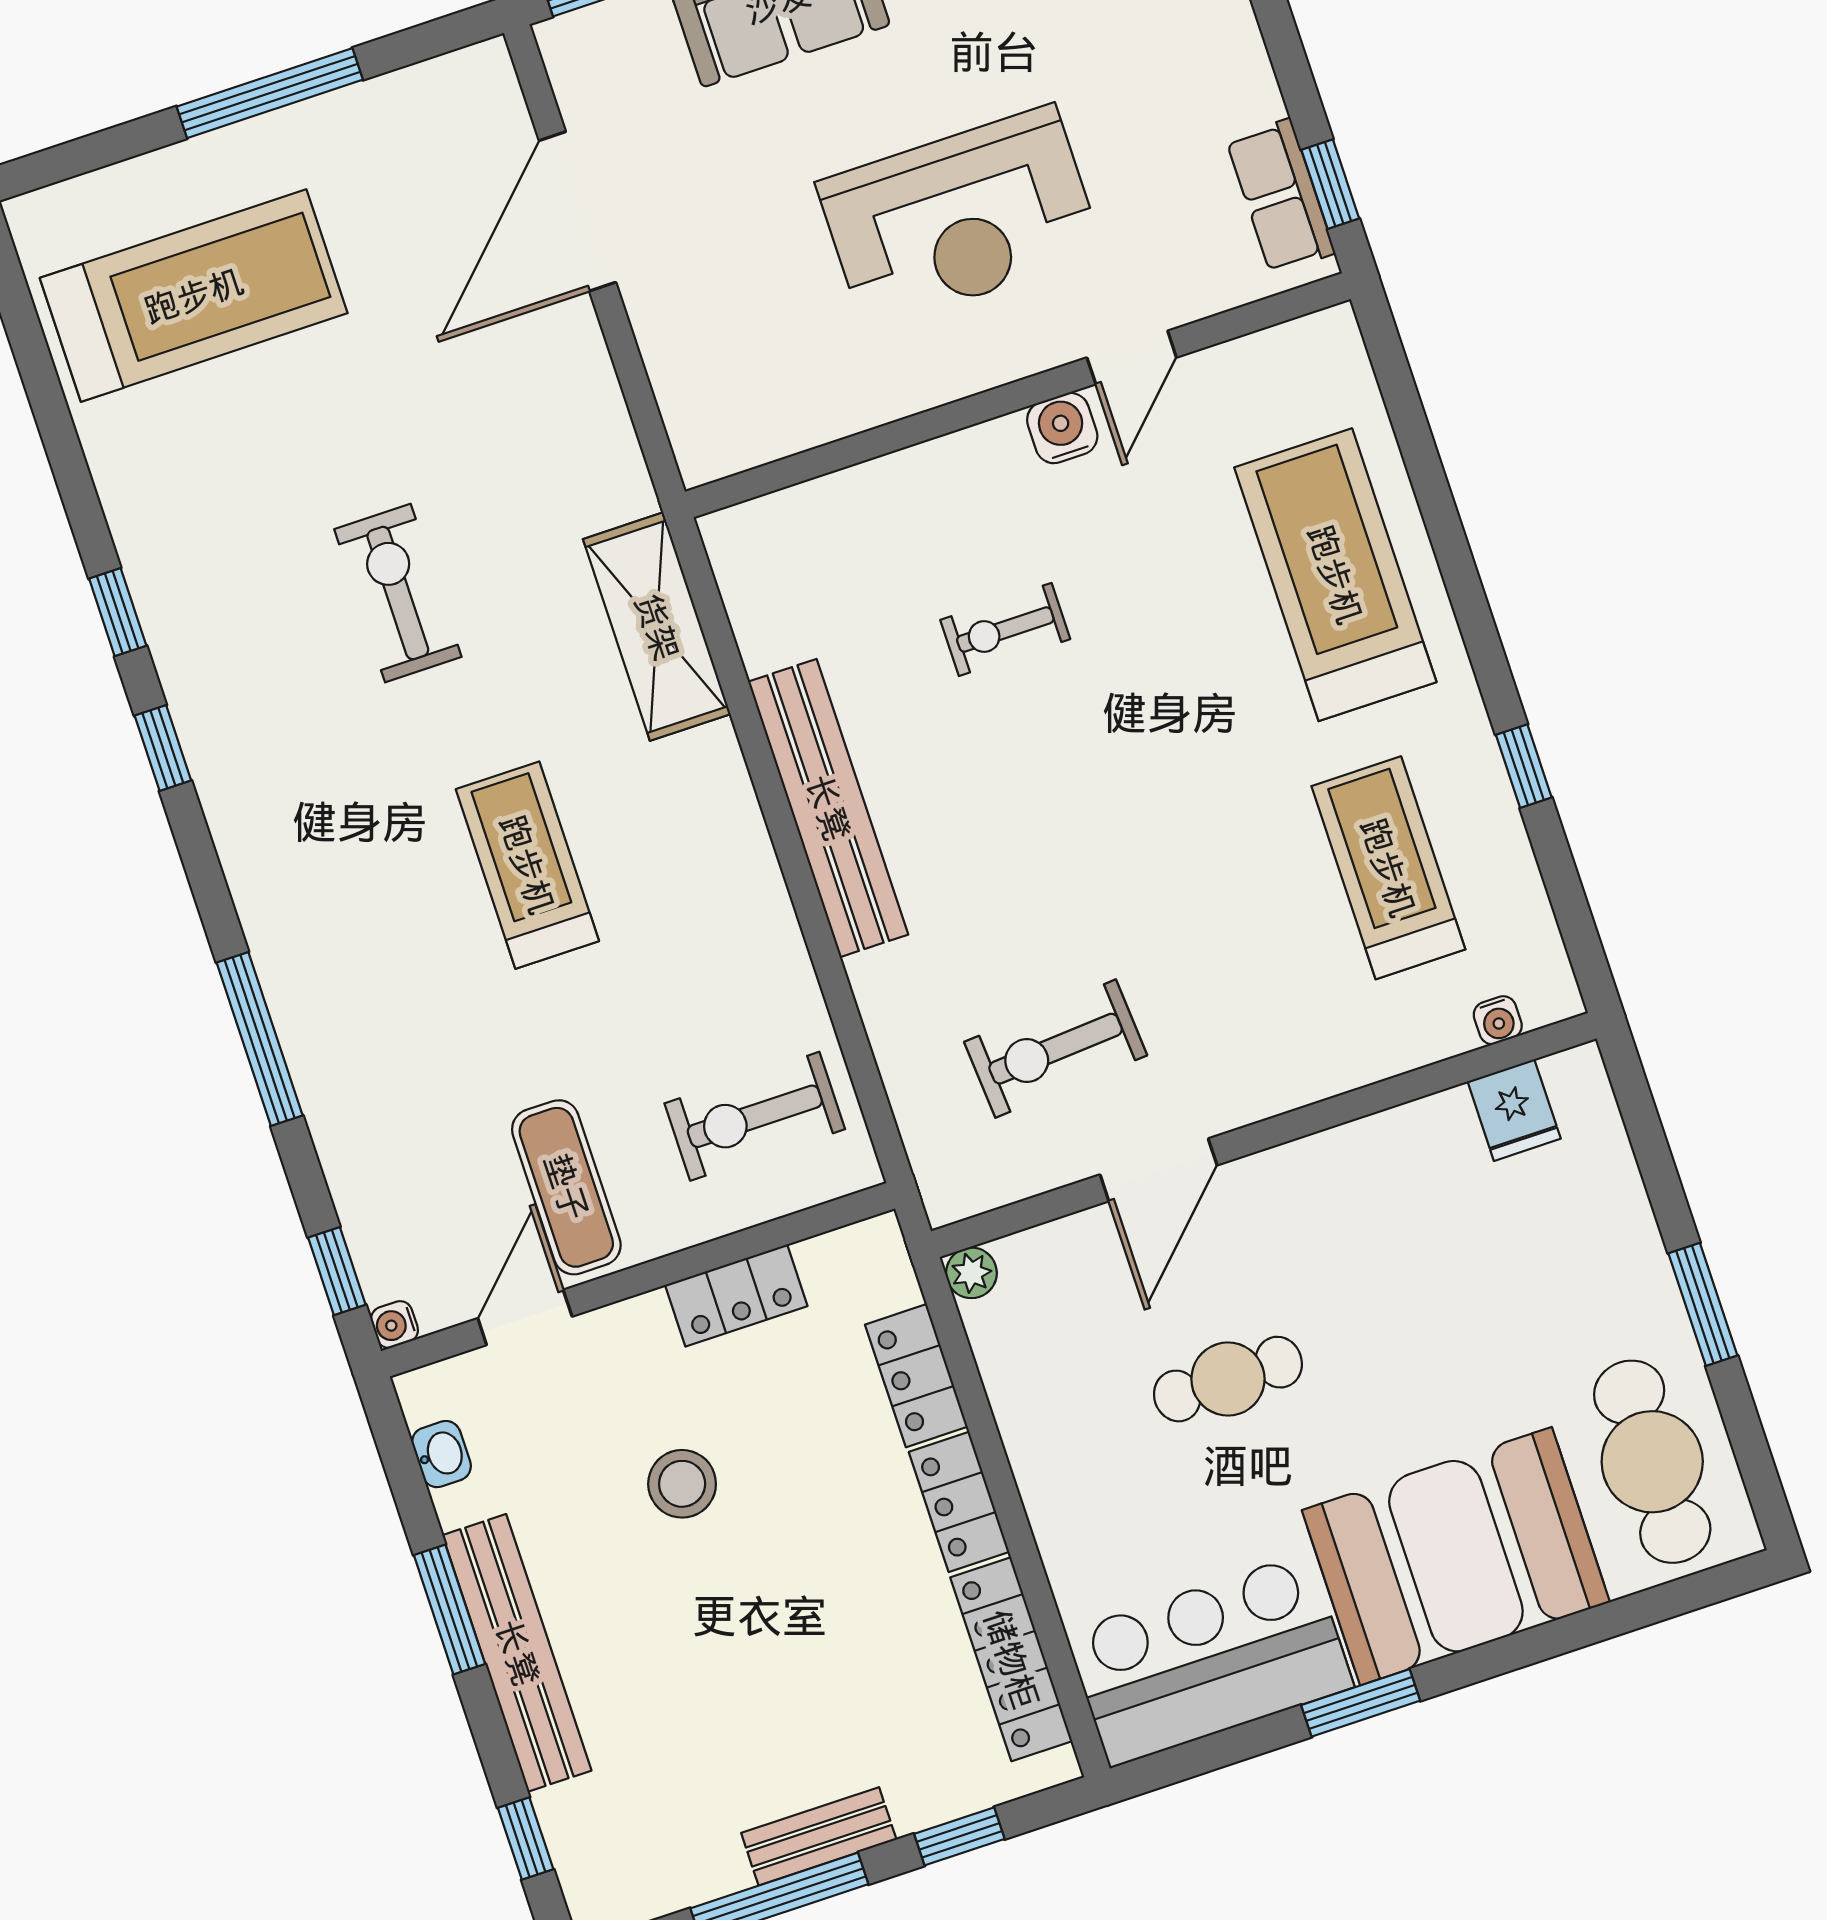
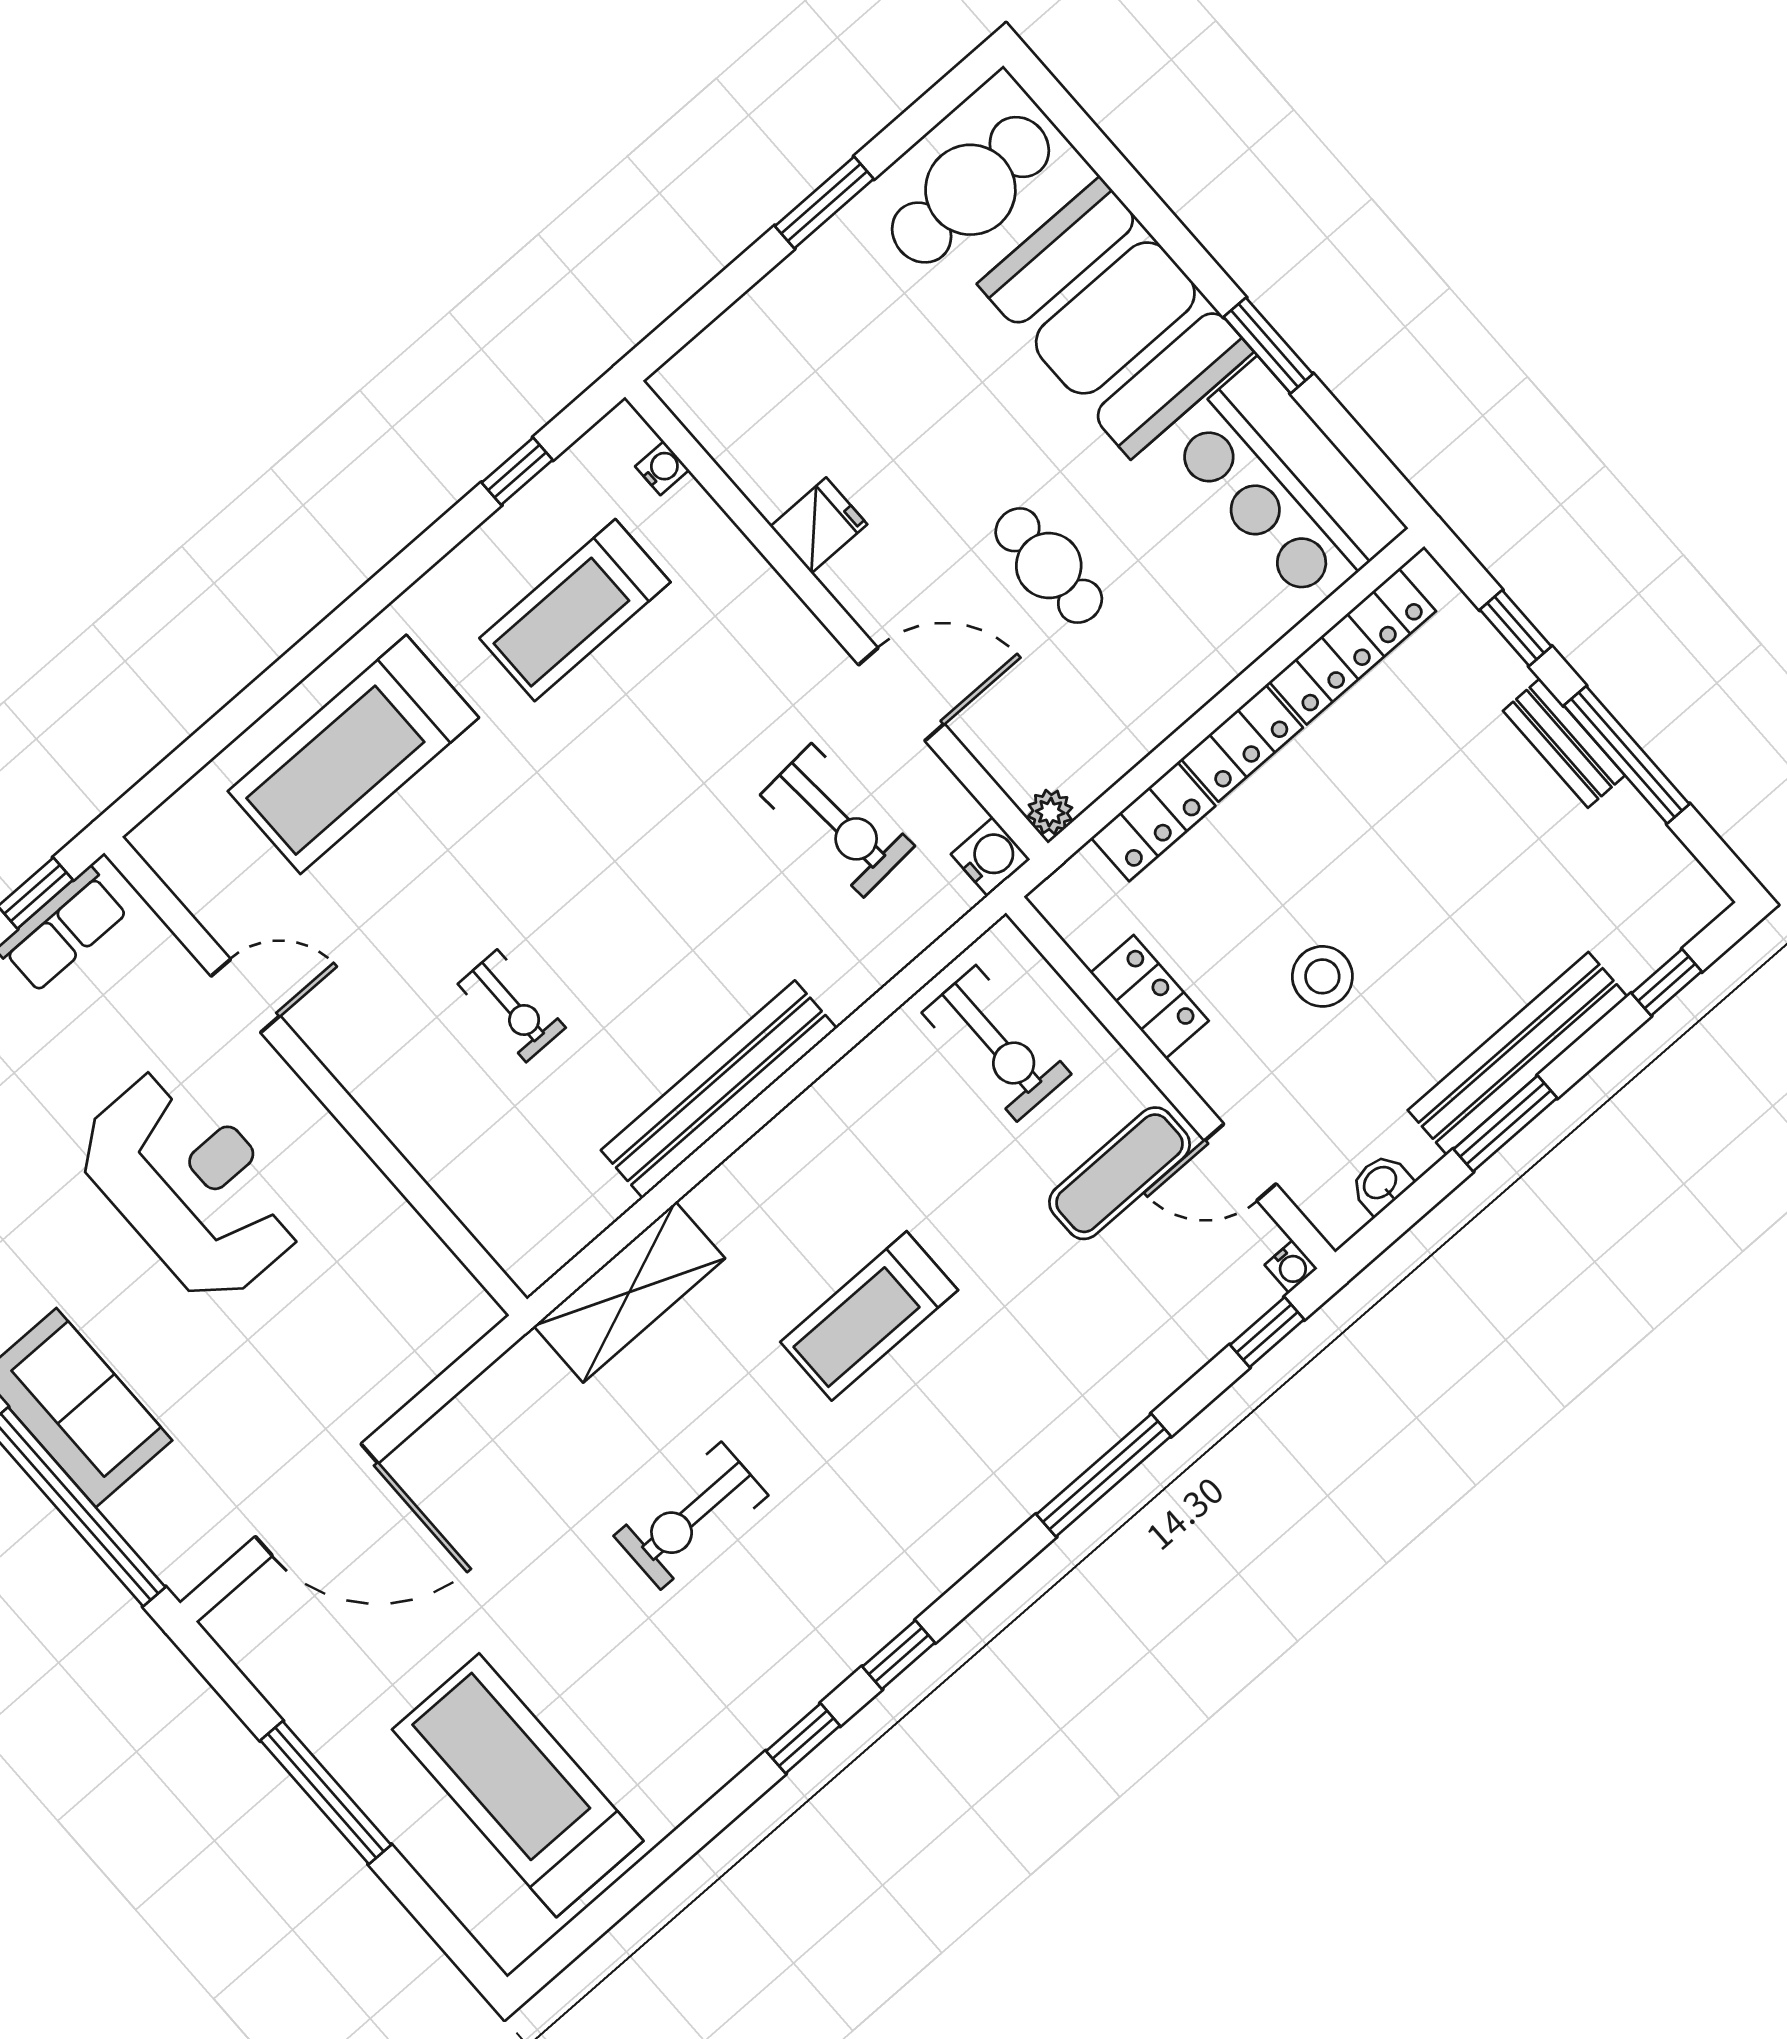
water cooler: (1062, 428) -> (990, 857), moved, turned 180
window: (1524, 766) -> (517, 471), moved
fridge: (1514, 1110) -> (819, 525), moved

